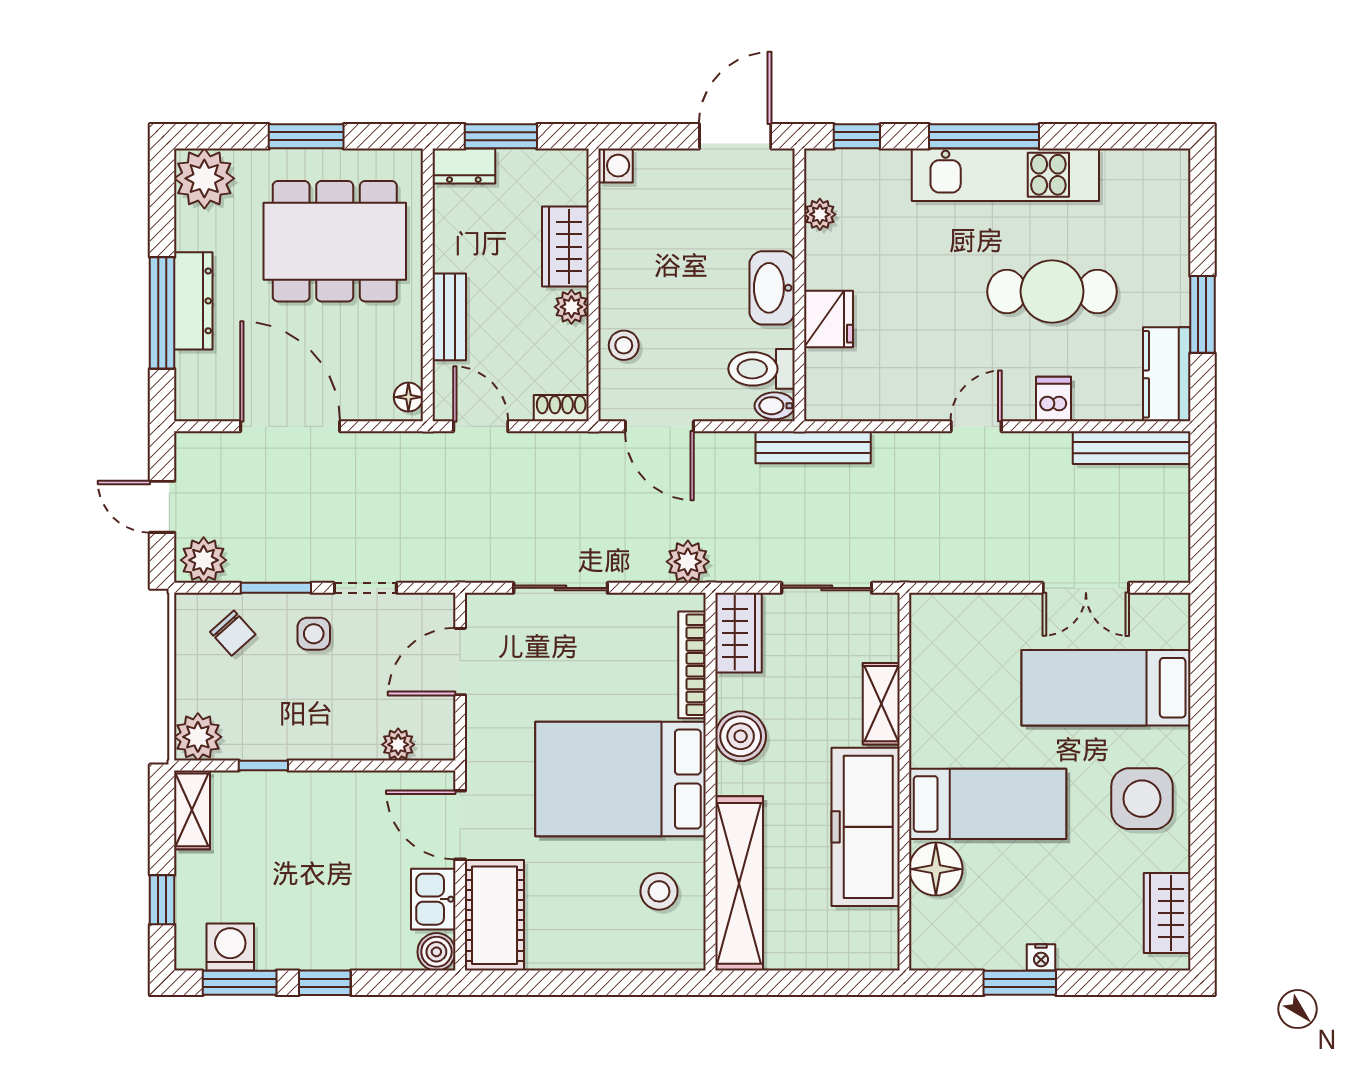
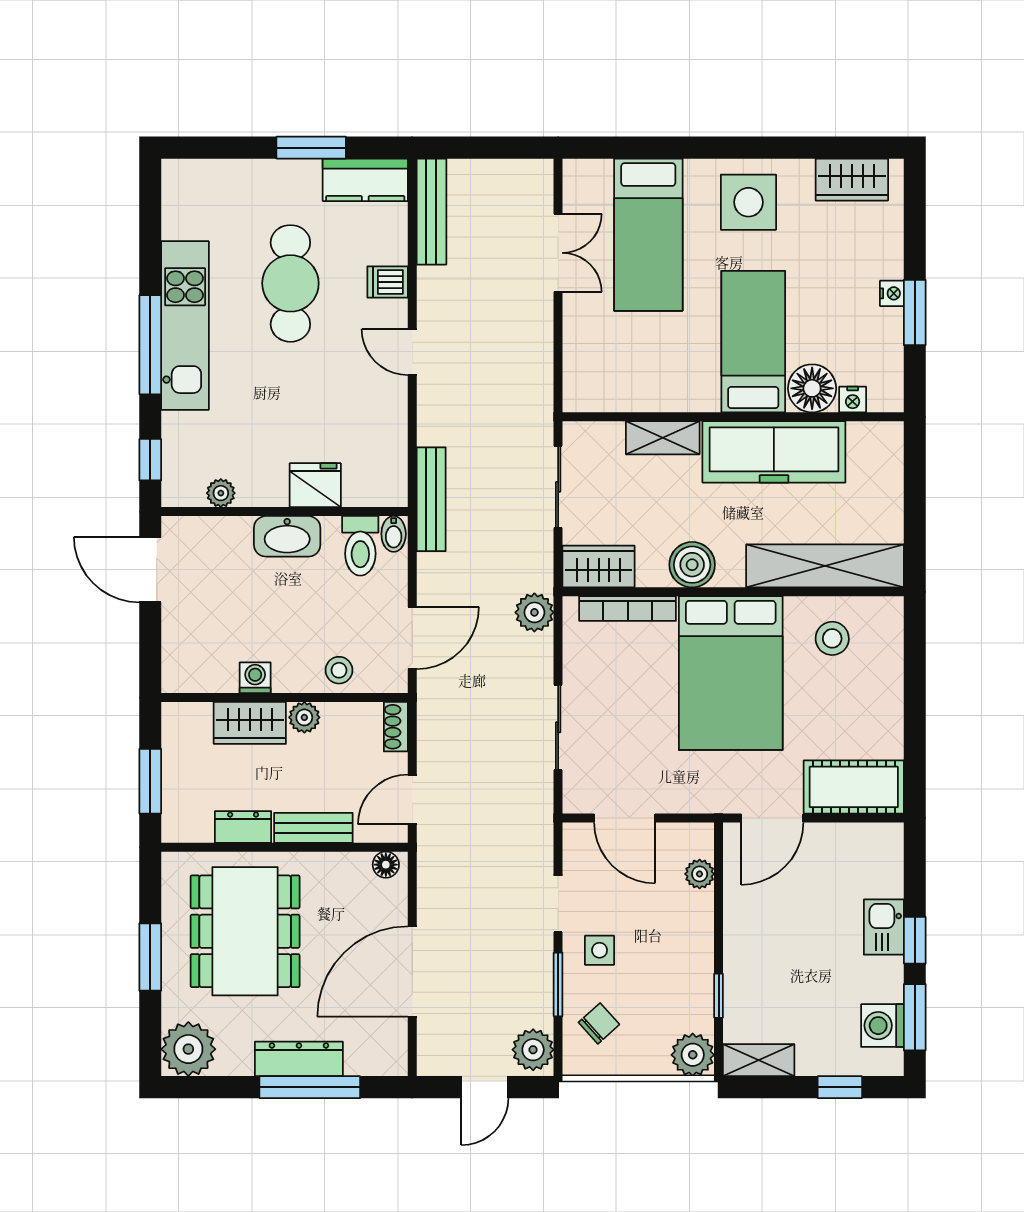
dresser: (464, 166) -> (243, 827), moved, turned -90
washing machine: (615, 166) -> (255, 678), moved
kitchen sink: (433, 899) -> (884, 927), moved, turned 90
nightstand: (923, 914) -> (853, 400), added
boiler: (436, 952) -> (887, 839), removed

